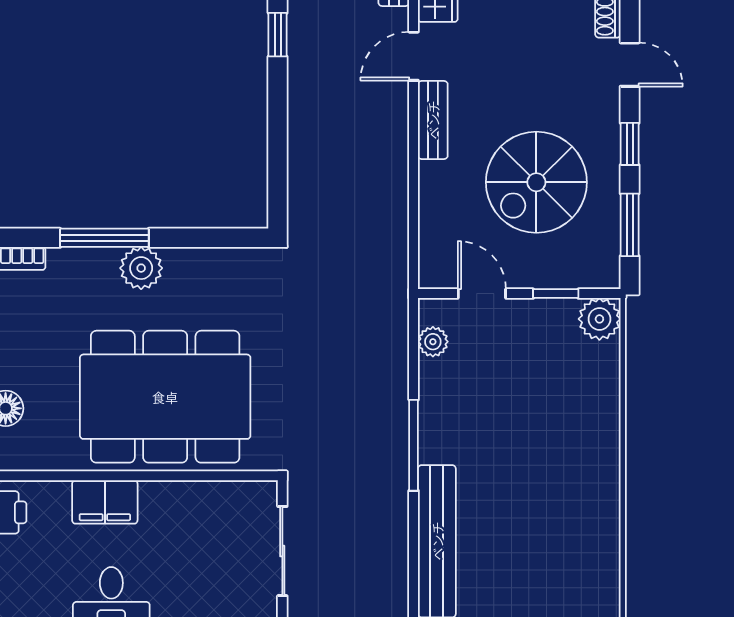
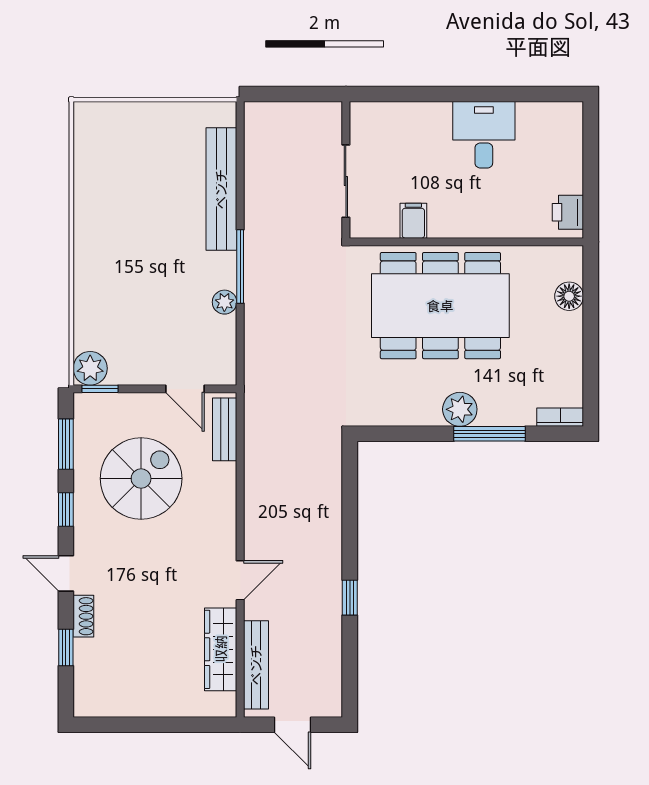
bench: (433, 120) -> (225, 429), moved
window: (556, 294) -> (100, 389), moved
plant: (433, 342) -> (224, 302), moved
filing cabinet: (105, 502) -> (413, 221), moved, width x0.50

